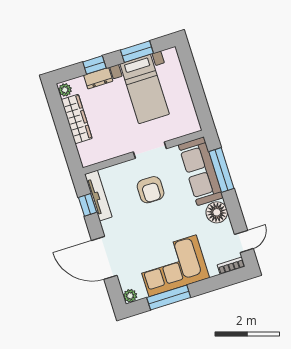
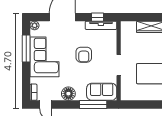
sofa: (201, 171) -> (102, 92), width x0.73
armchair: (151, 190) -> (84, 55), moved, turned -90

